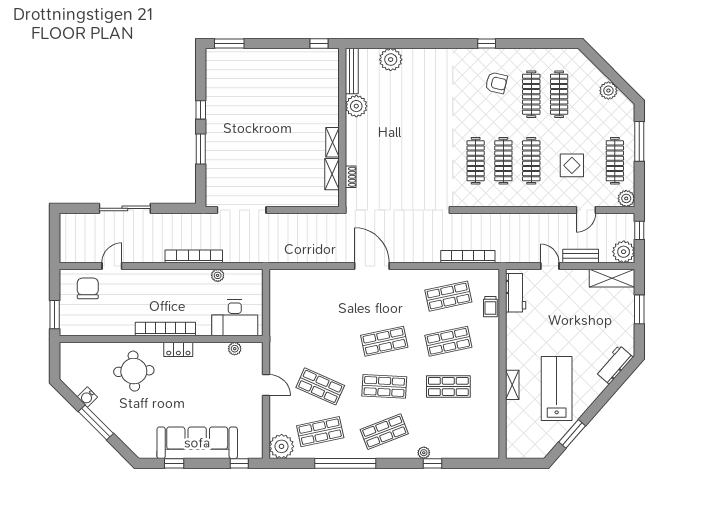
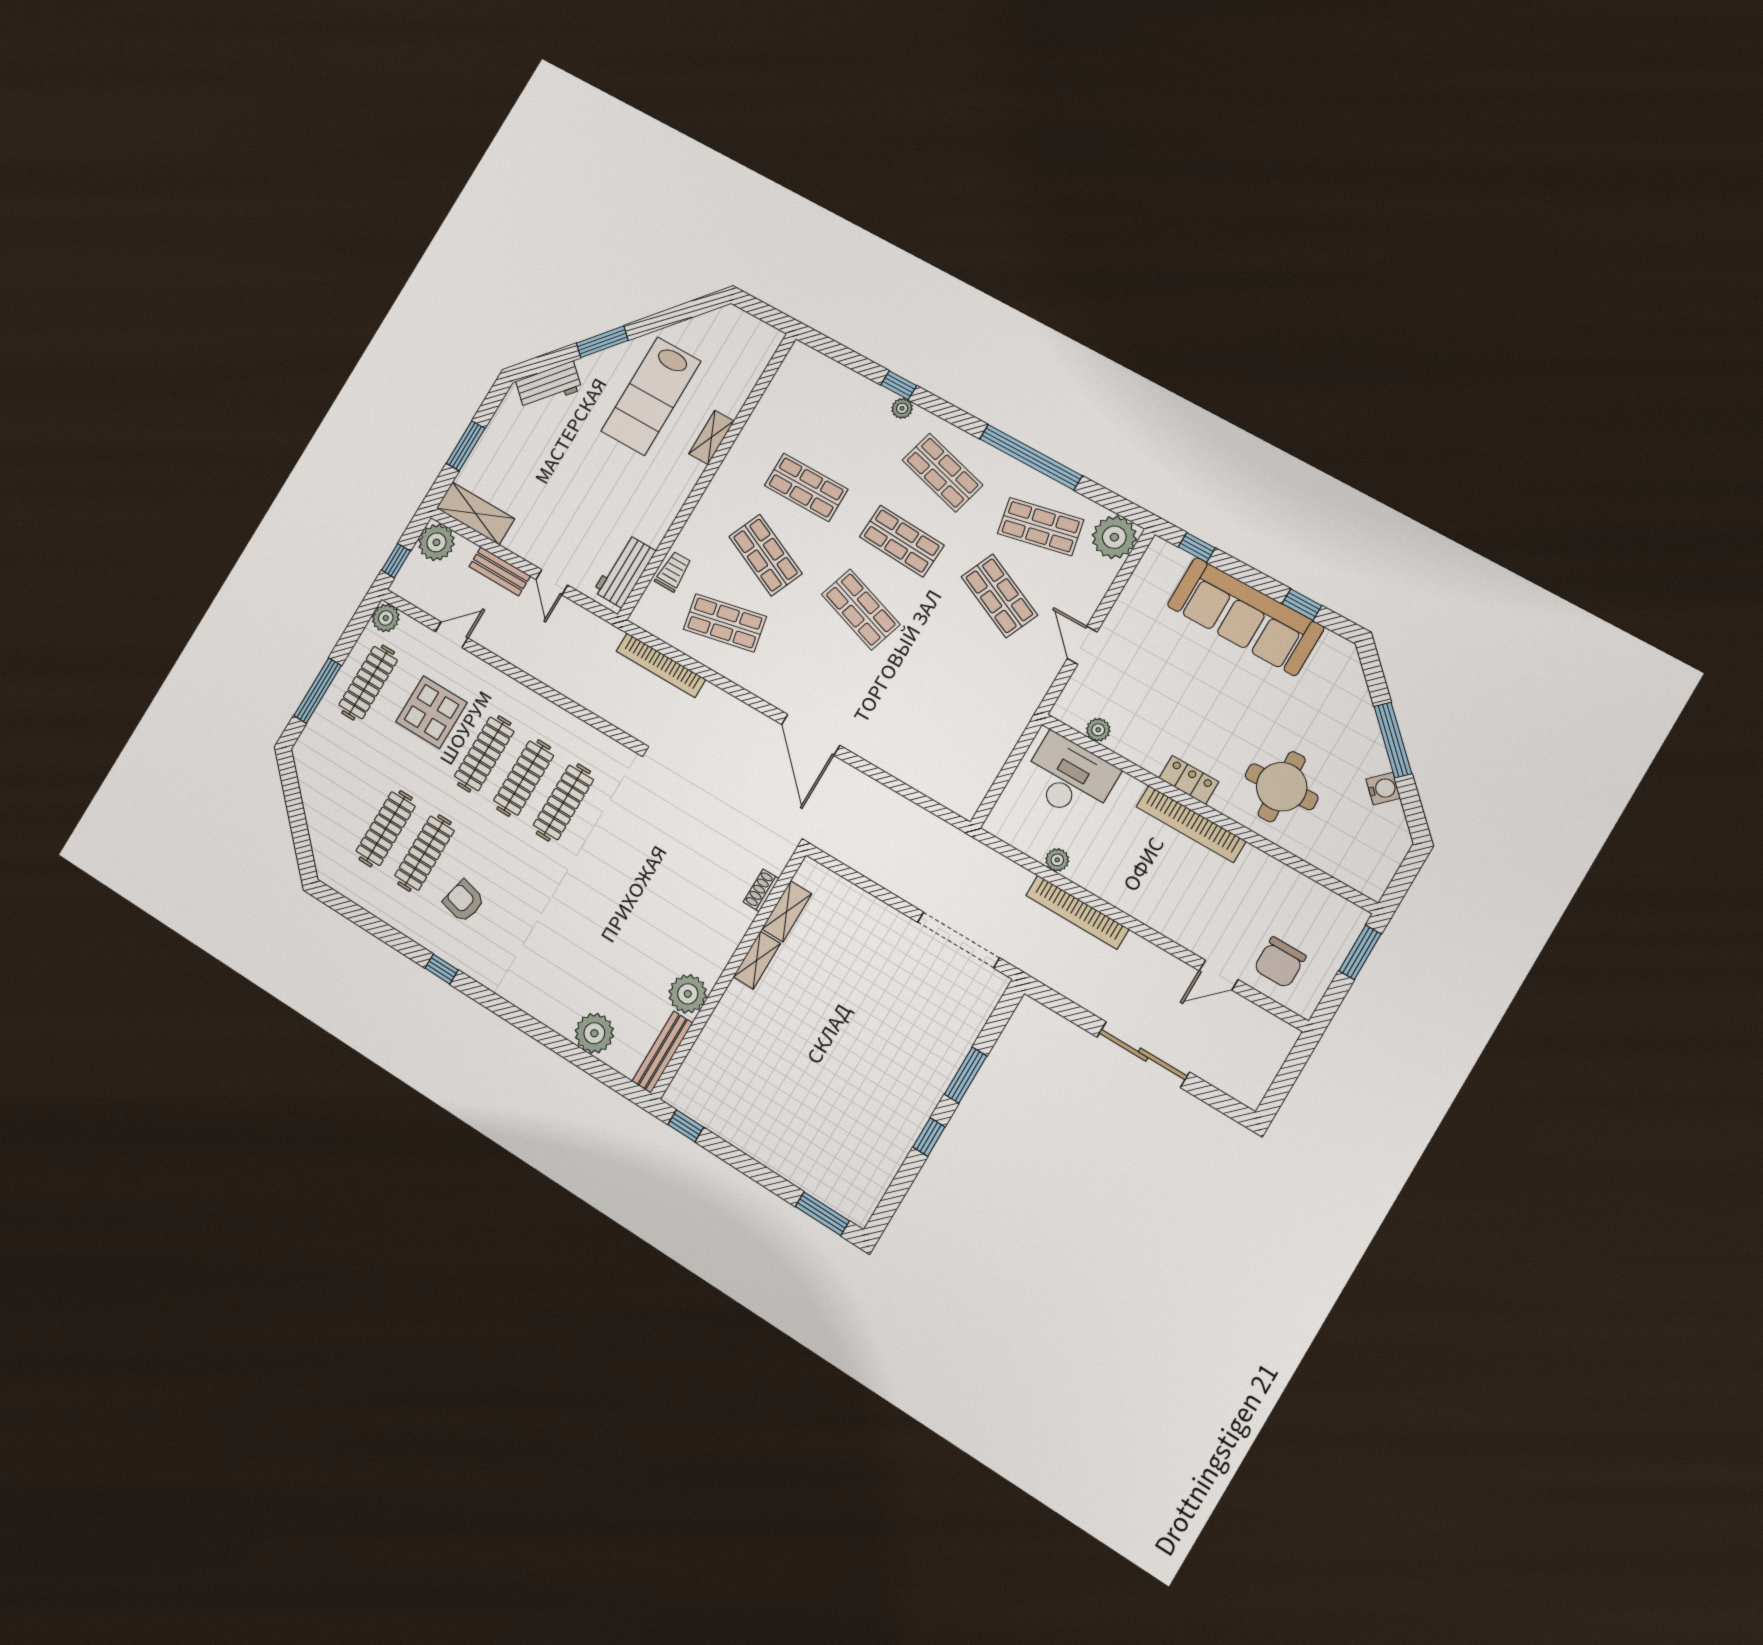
plant: (608, 91) -> (314, 791), removed
display table: (572, 165) -> (431, 712), width x1.36, depth x1.36
shop shelf: (384, 341) -> (861, 609), turned 30
shop shelf: (448, 341) -> (766, 555), turned 36
shop shelf: (384, 432) -> (943, 473), turned 36
window: (572, 434) -> (602, 342), moved

